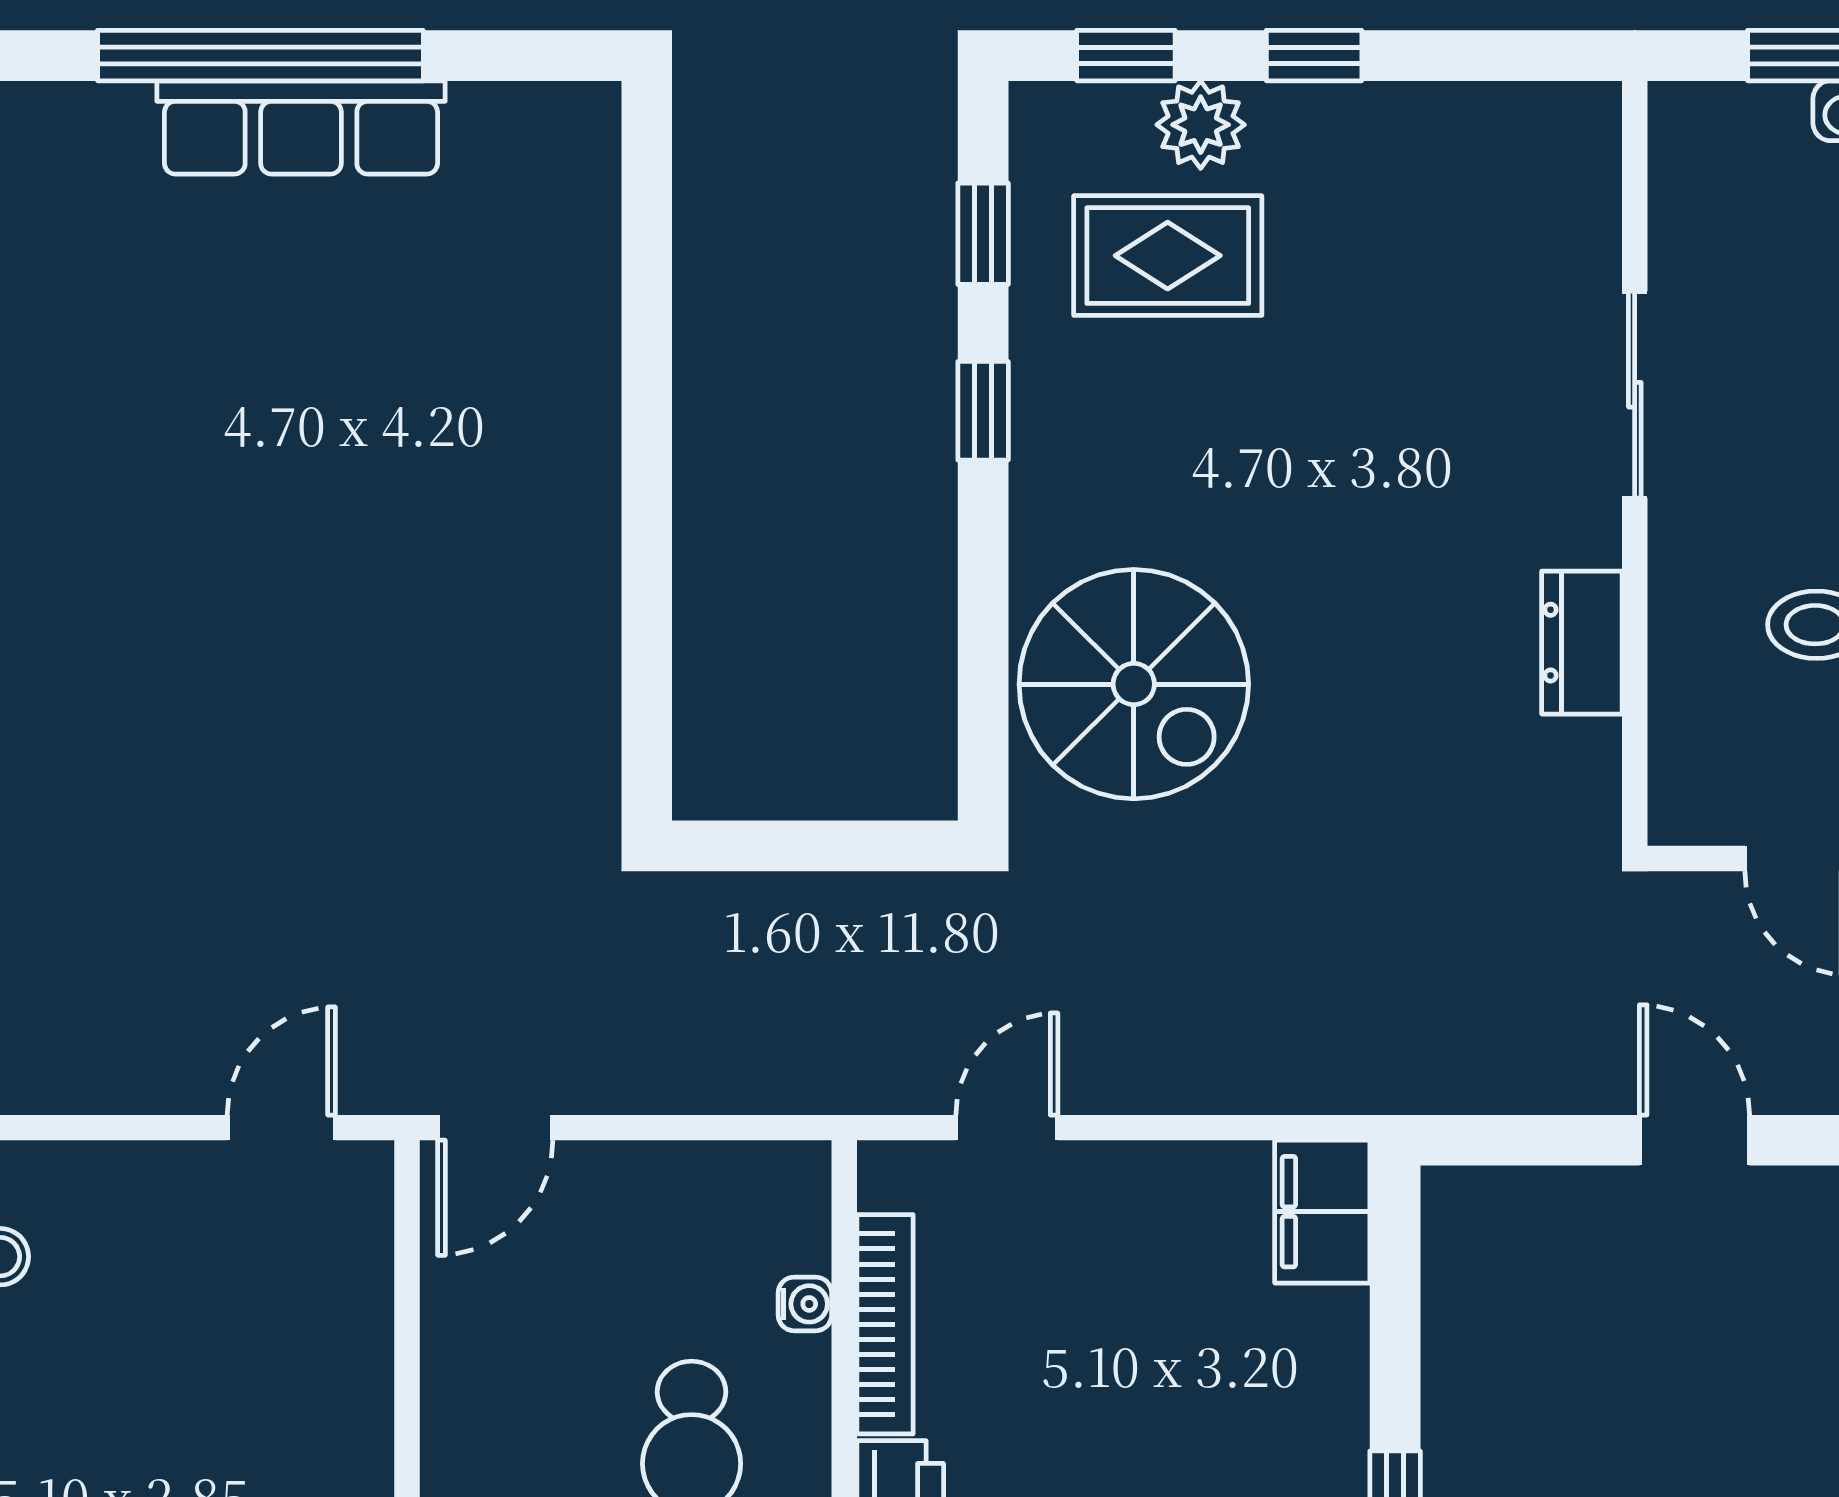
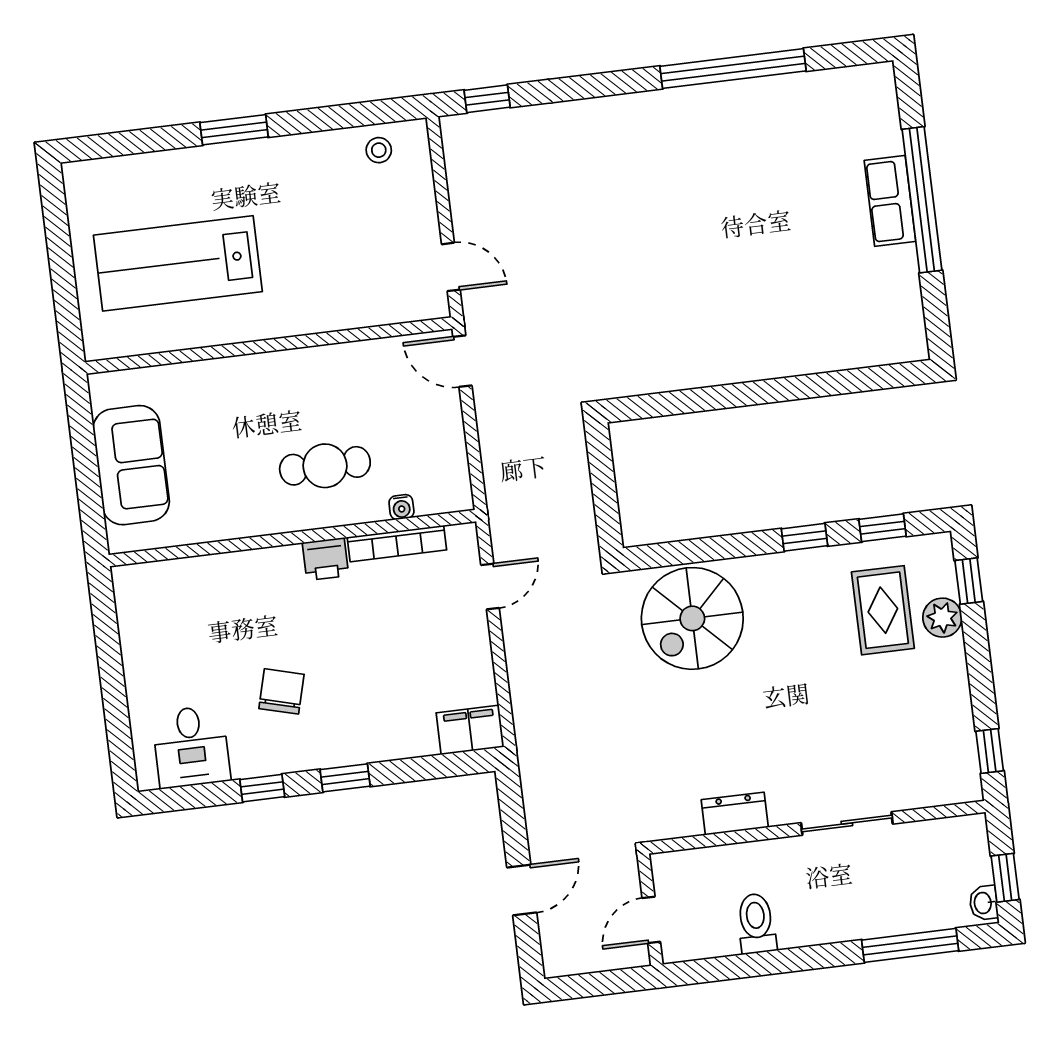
window: (1314, 56) -> (990, 751), moved
row of seats: (301, 127) -> (890, 201), width x0.68
door: (1007, 1128) -> (490, 586), hinge flipped

